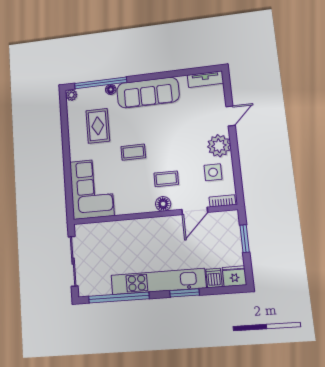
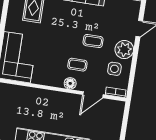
coffee table: (133, 152) -> (93, 41), moved
window: (245, 238) -> (124, 124), removed

